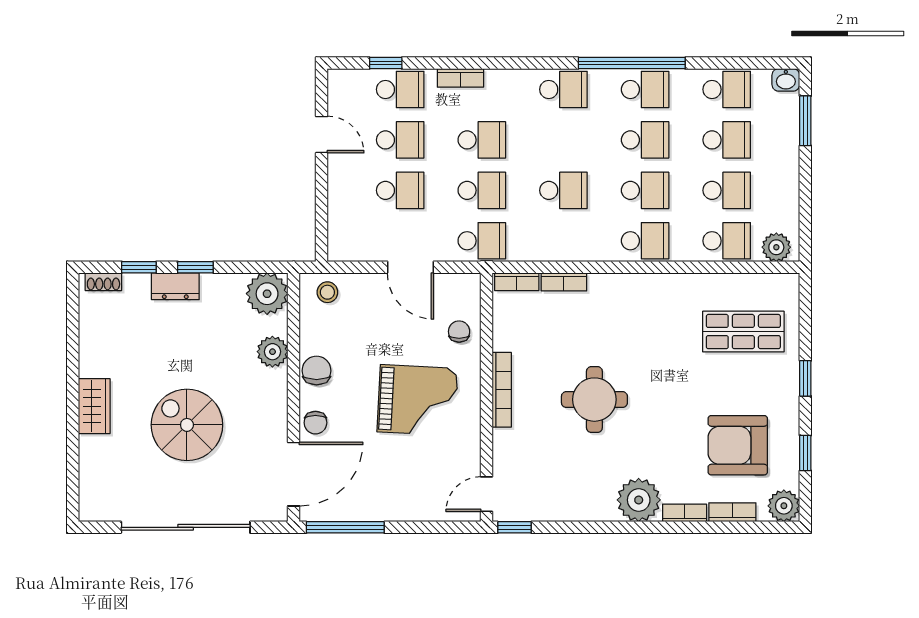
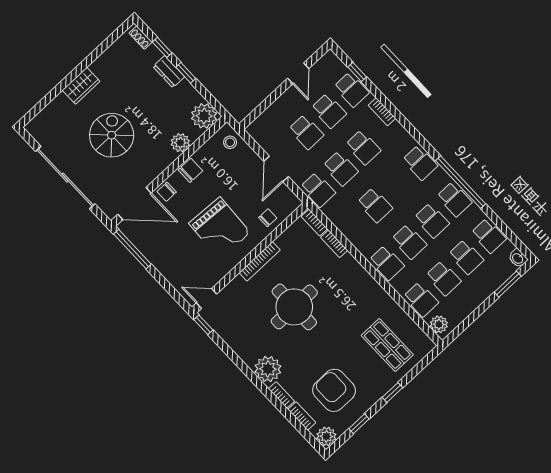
round table: (594, 400) -> (294, 307), width x1.36, depth x1.36

